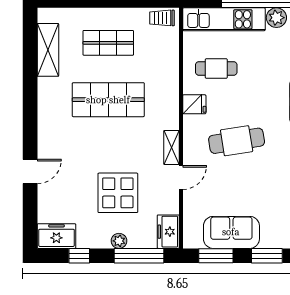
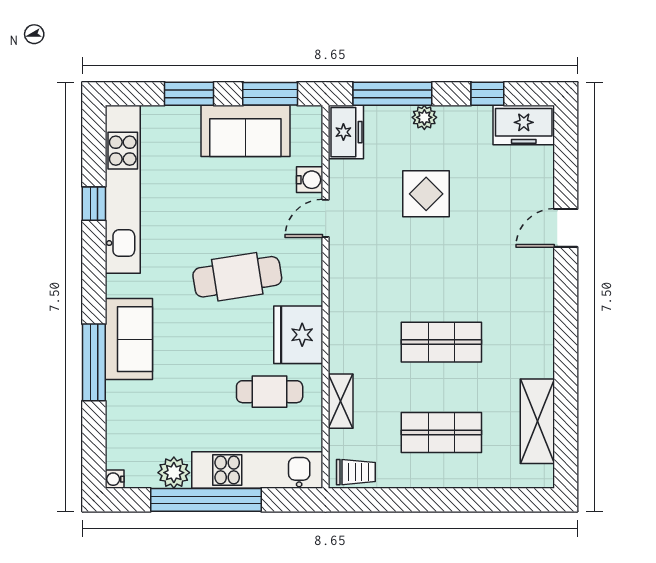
shop shelf: (108, 100) -> (441, 342), width x0.70, depth x0.74
fridge: (194, 104) -> (298, 335), width x1.88, depth x1.34
shelving: (172, 147) -> (341, 401), moved
display table: (118, 193) -> (426, 194), width x0.73, depth x0.73
water cooler: (191, 202) -> (310, 180), added

